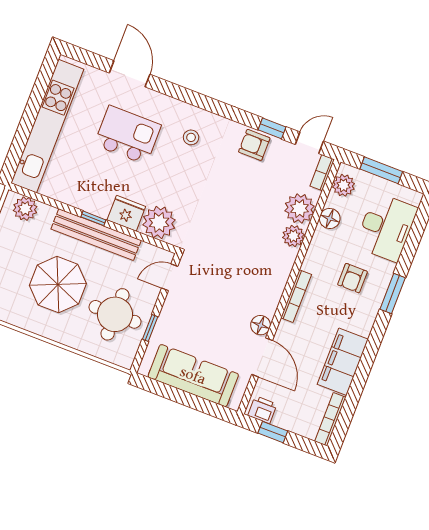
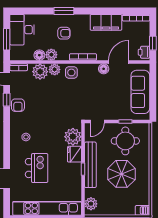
kitchen island: (128, 135) -> (37, 168), turned 180
plant: (344, 185) -> (51, 55), moved
desk: (386, 227) -> (22, 30), moved, turned -90
side table: (276, 264) -> (71, 72), added
door: (170, 277) -> (97, 121), hinge flipped

